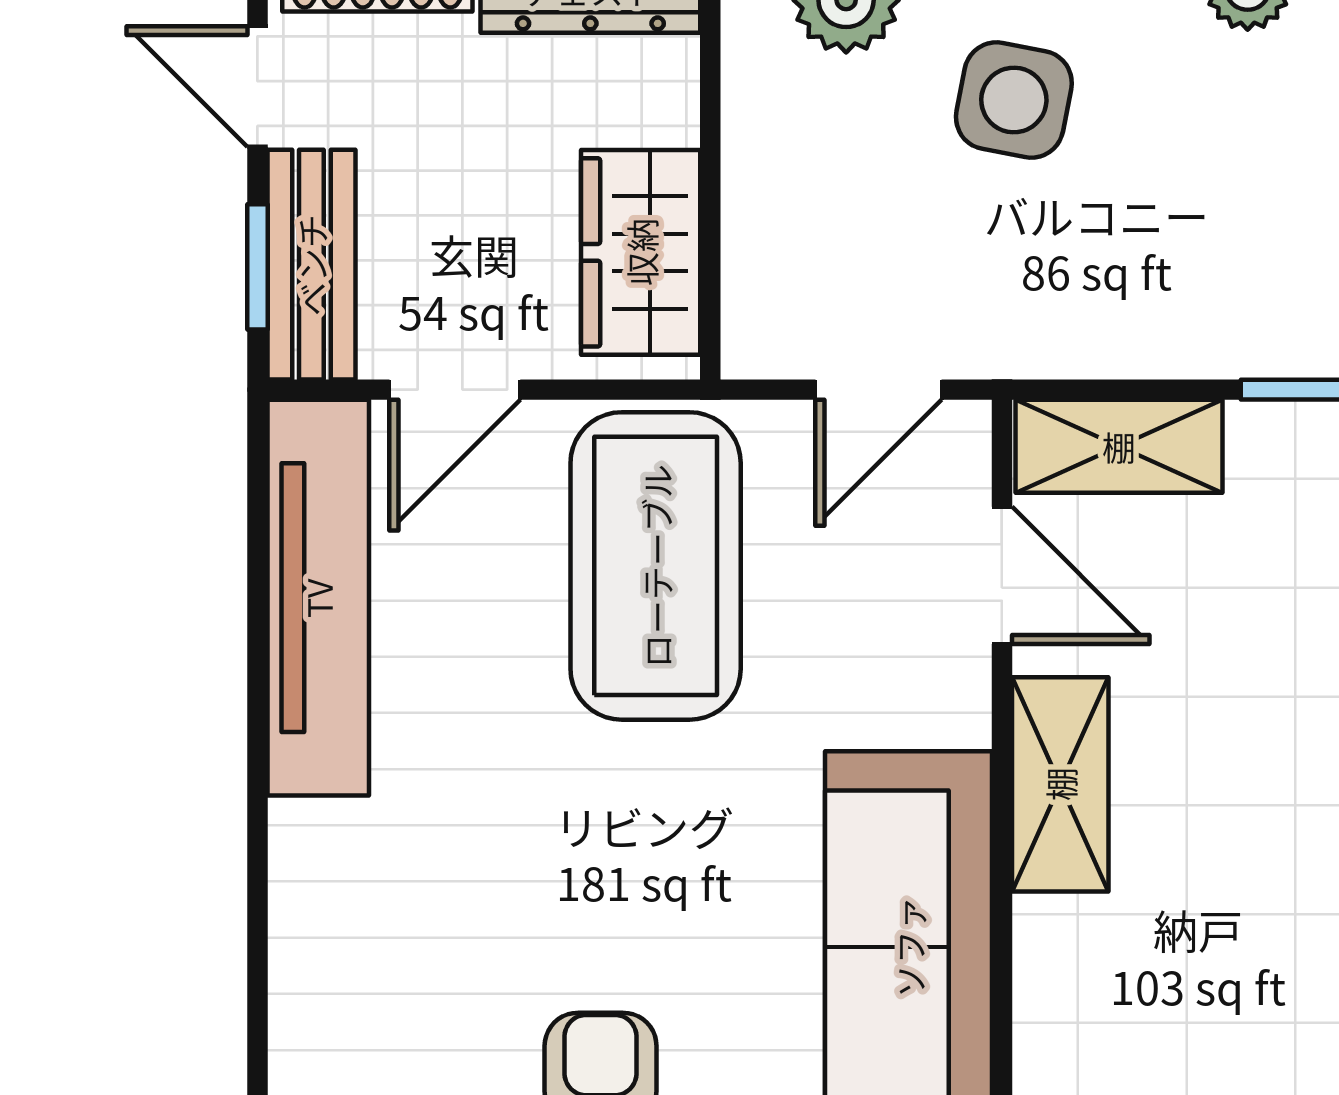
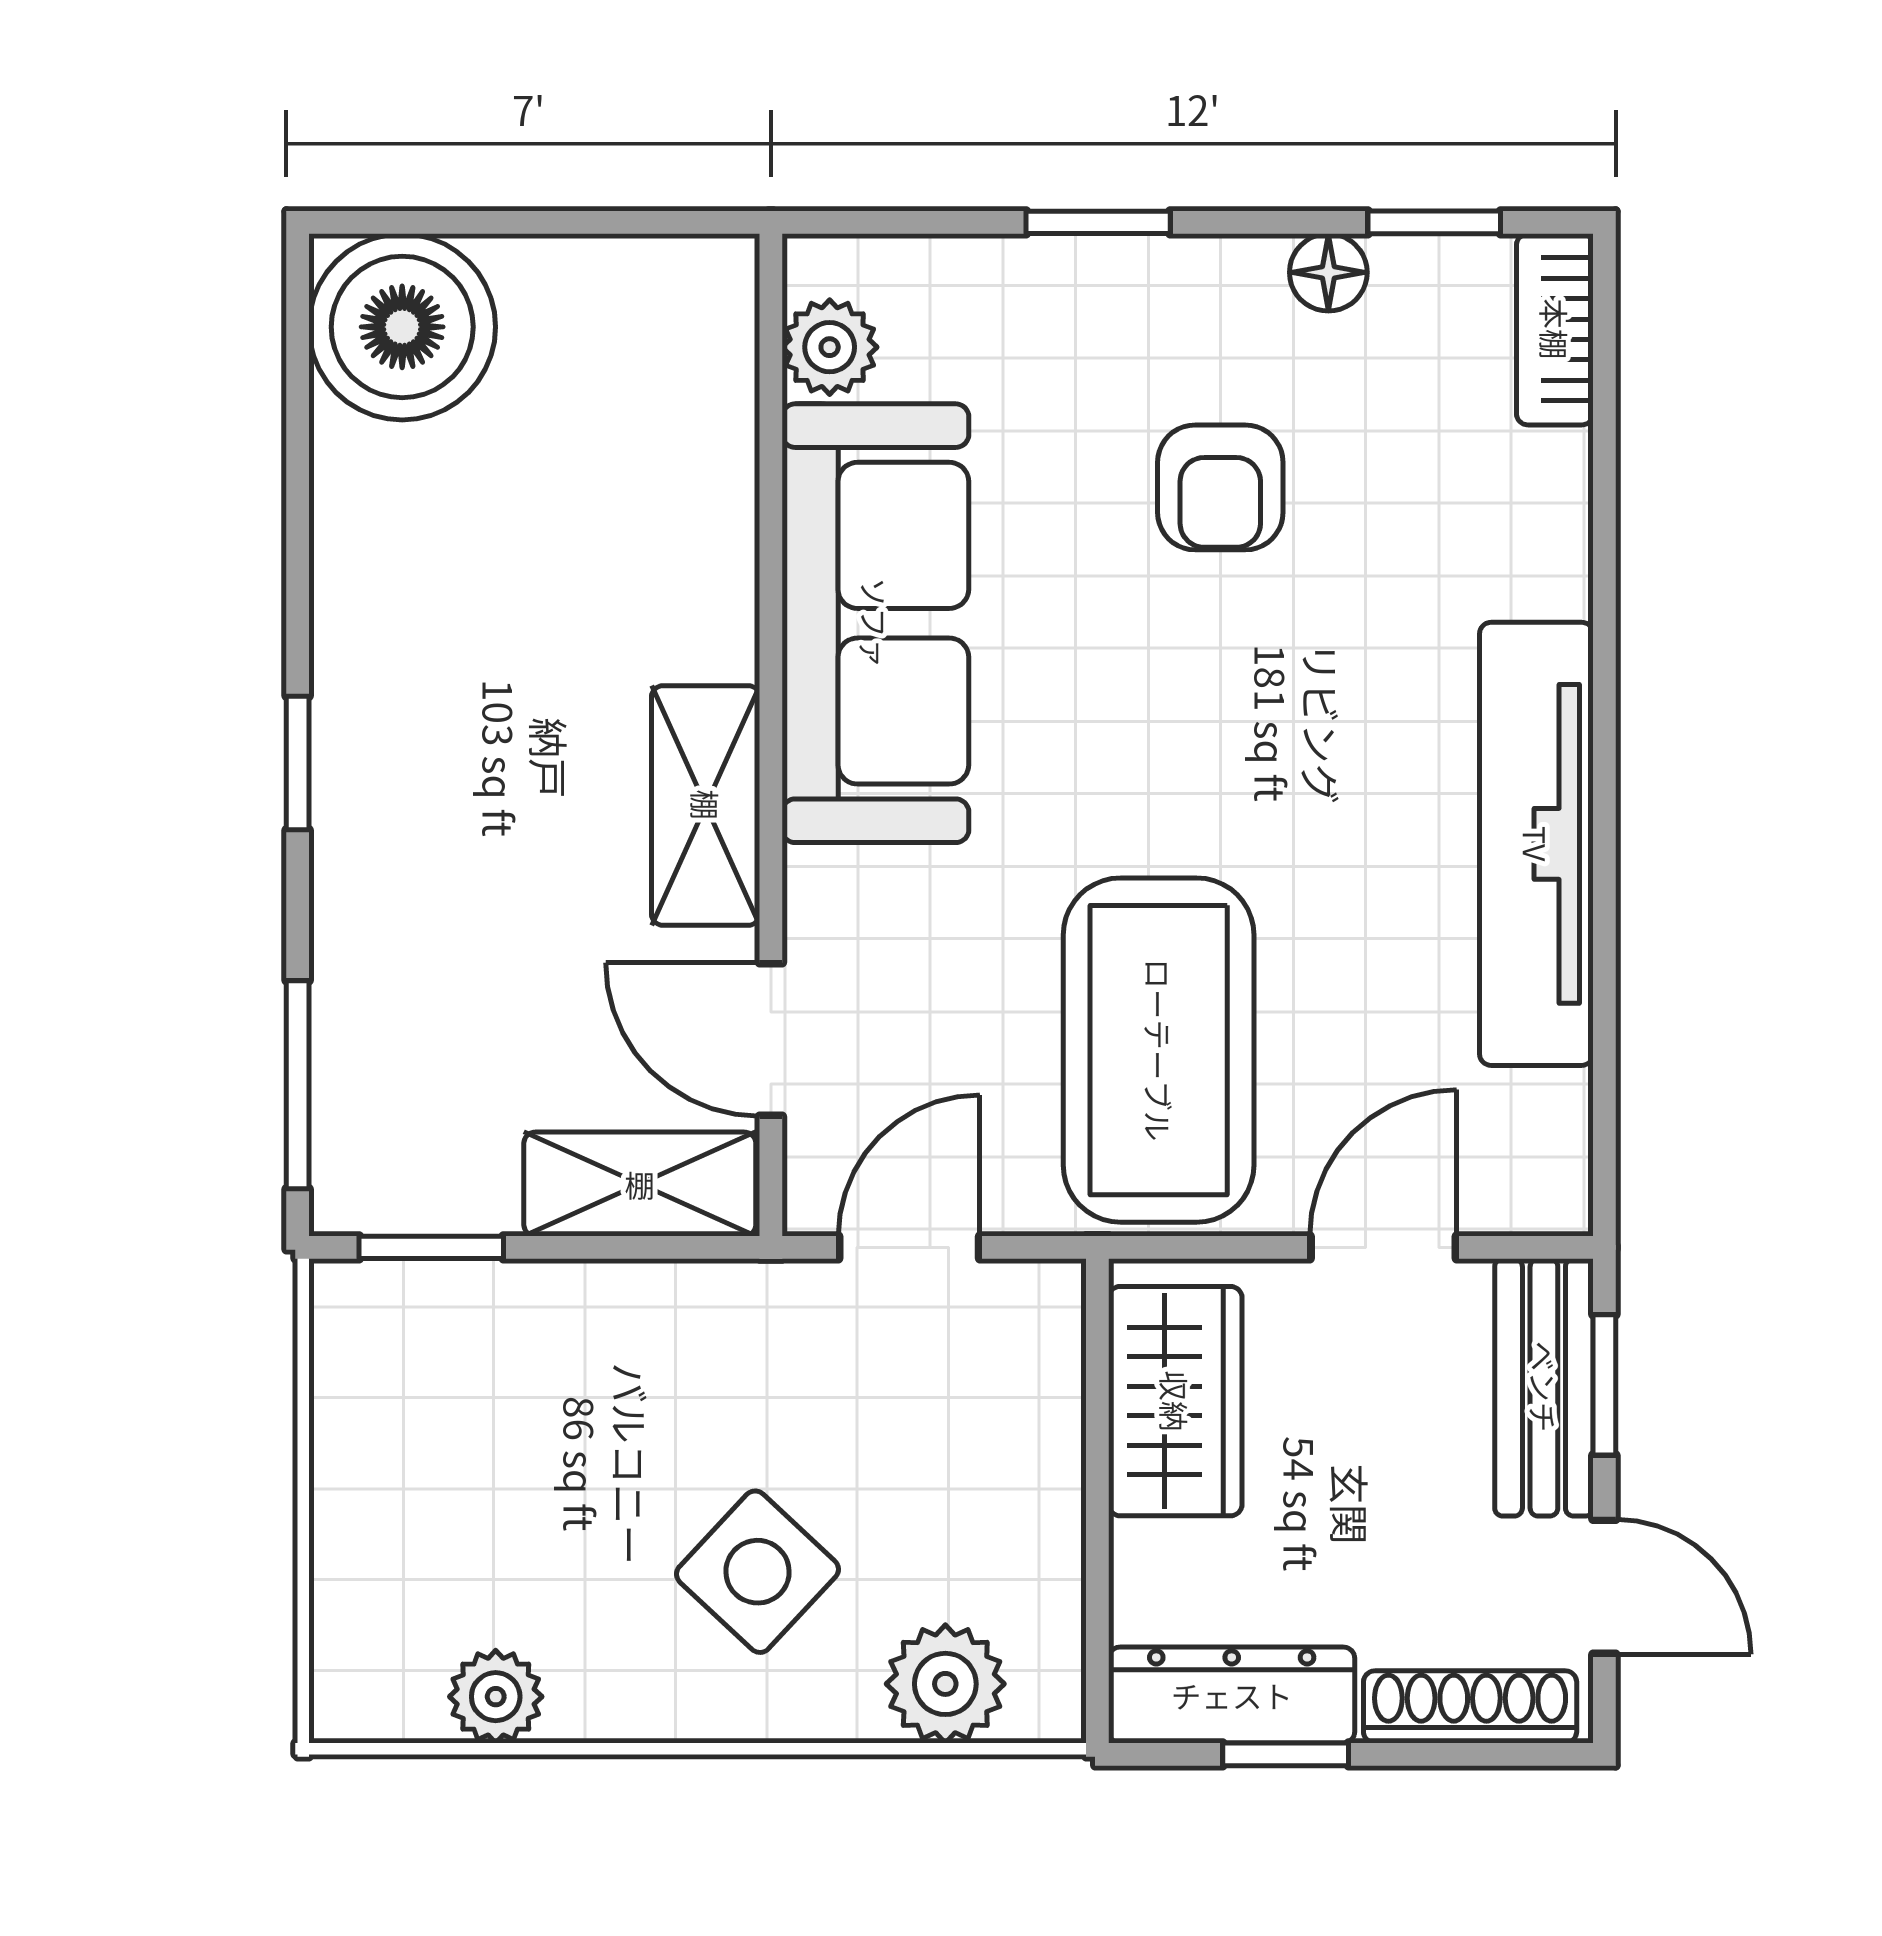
side table: (1014, 100) -> (757, 1572), turned 32
tv unit: (318, 598) -> (1536, 844), moved

